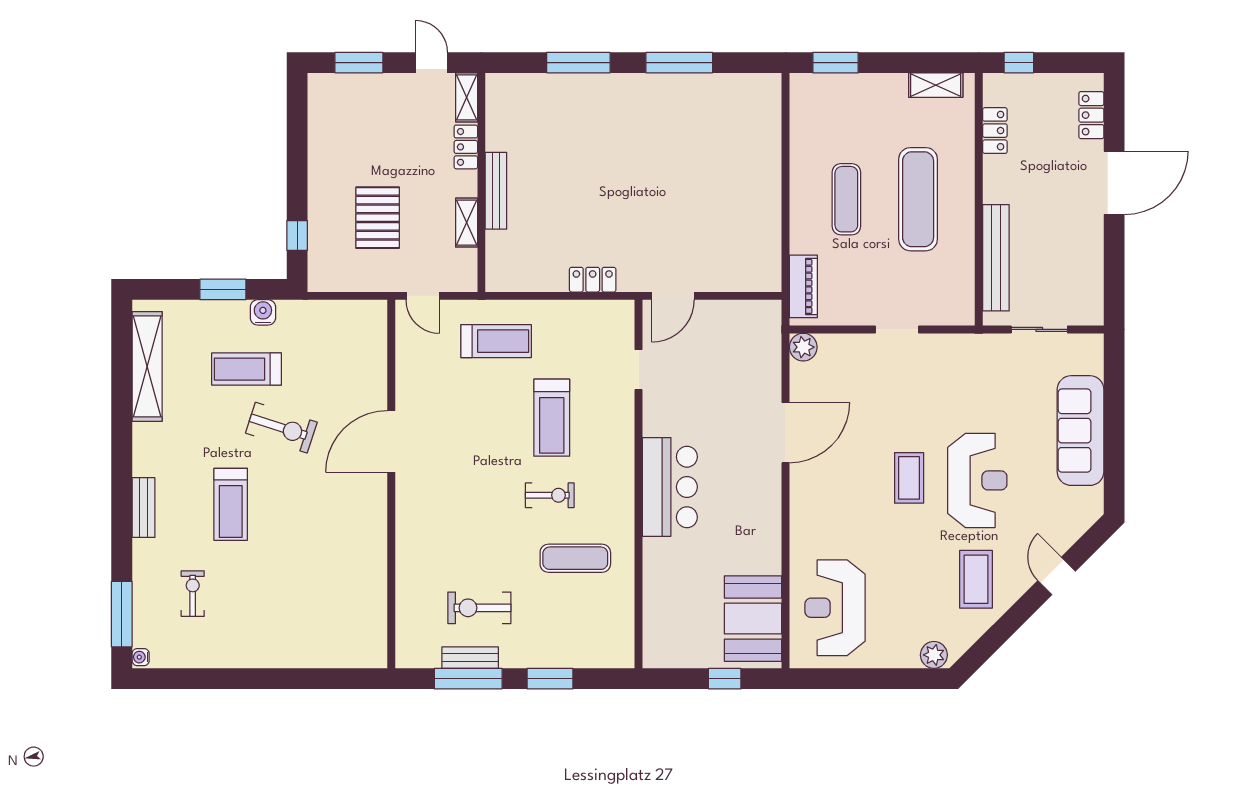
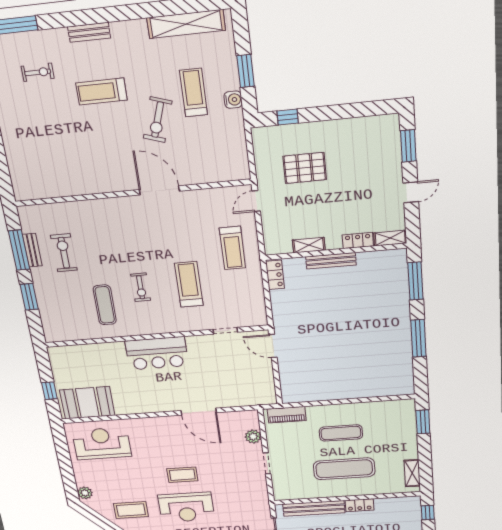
shelving: (467, 97) -> (390, 238), moved
locker: (995, 131) -> (360, 505), moved
locker: (466, 147) -> (358, 240), moved
wall: (481, 182) -> (335, 252), moved
bench: (496, 191) -> (331, 261), moved
shelving: (467, 223) -> (309, 245), moved
locker: (593, 280) -> (275, 275), moved
plant: (803, 347) -> (253, 437), moved
treadmill: (552, 418) -> (189, 284), turned 90

